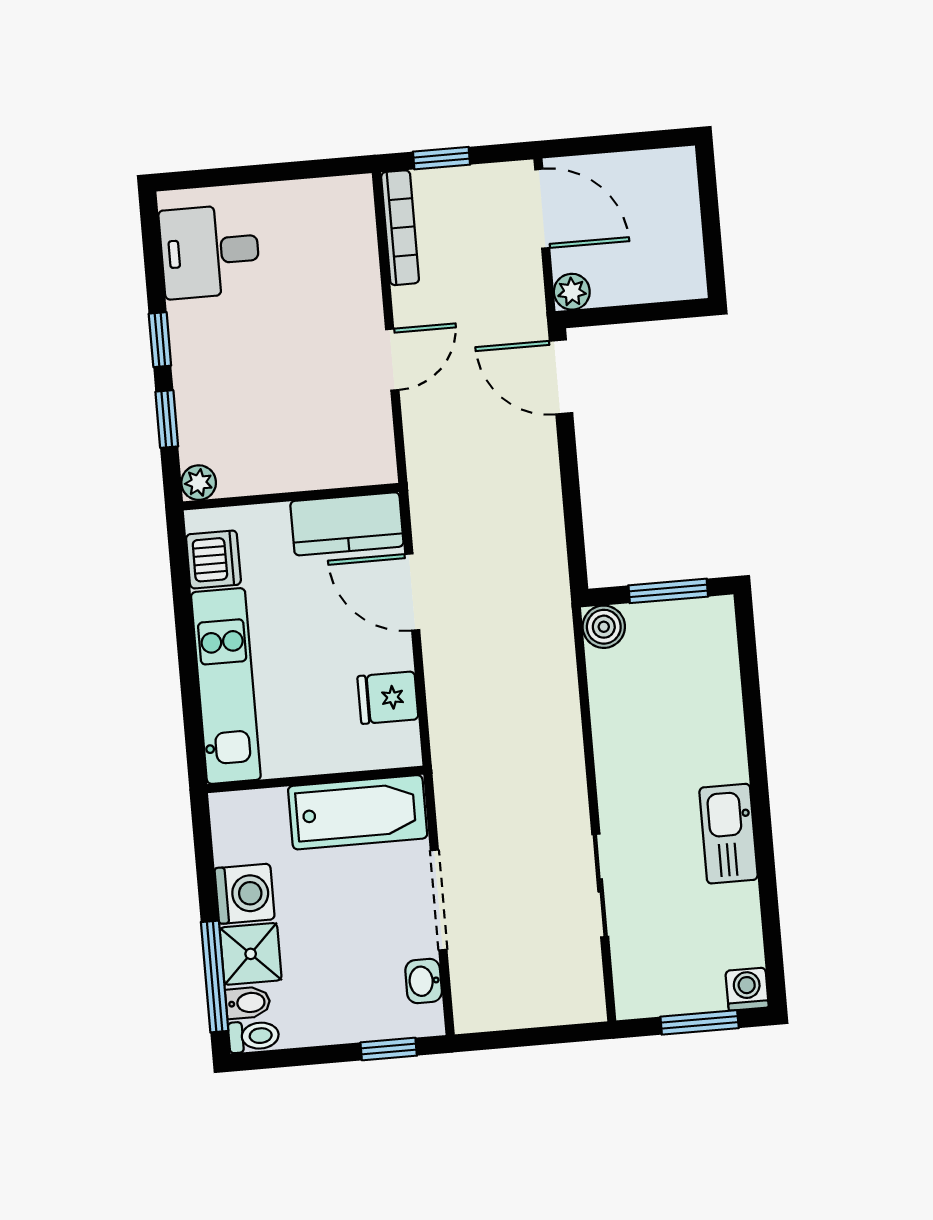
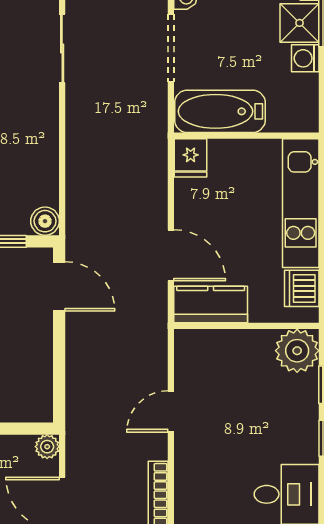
door: (561, 377) -> (59, 286), moved
plant: (199, 483) -> (297, 351), width x1.88, depth x1.88
fridge: (388, 698) -> (191, 158), moved, turned 90
washing machine: (245, 894) -> (305, 58), width x0.73, depth x0.73

